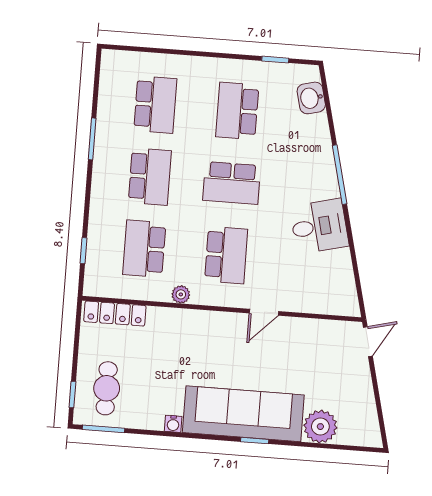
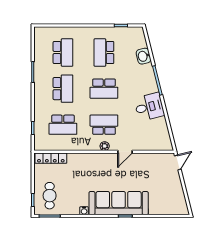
washbasin: (311, 98) -> (144, 56), moved
school desk: (144, 249) -> (63, 125), turned -90
school desk: (226, 255) -> (104, 125), turned -90
plant: (181, 294) -> (105, 146), moved
plant: (320, 427) -> (157, 206), removed

